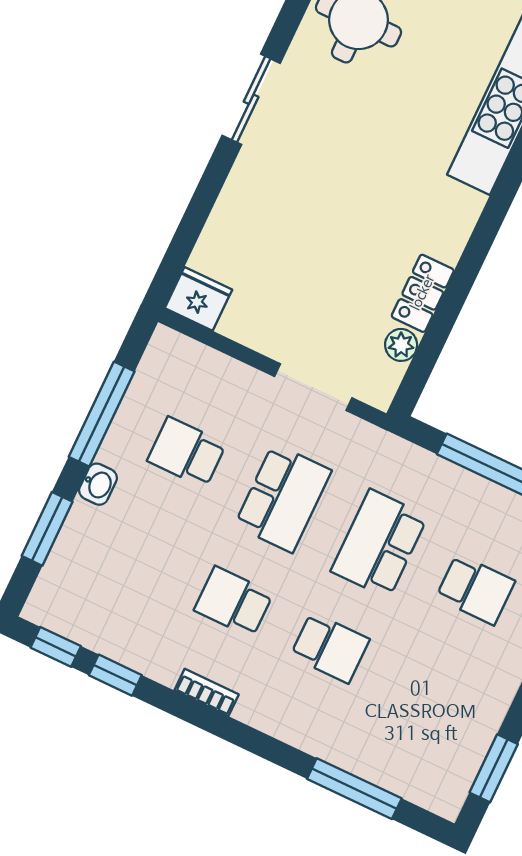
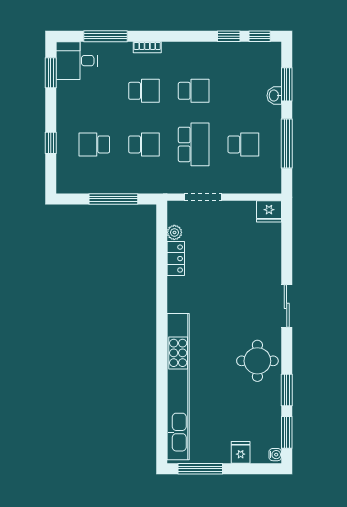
washbasin: (98, 484) -> (274, 96), moved
school desk: (283, 498) -> (194, 144), turned 180
school desk: (379, 544) -> (144, 144), width x0.54
school desk: (330, 648) -> (144, 91), turned 180
bookcase: (207, 692) -> (147, 47), moved
desk: (433, 768) -> (77, 61), added

